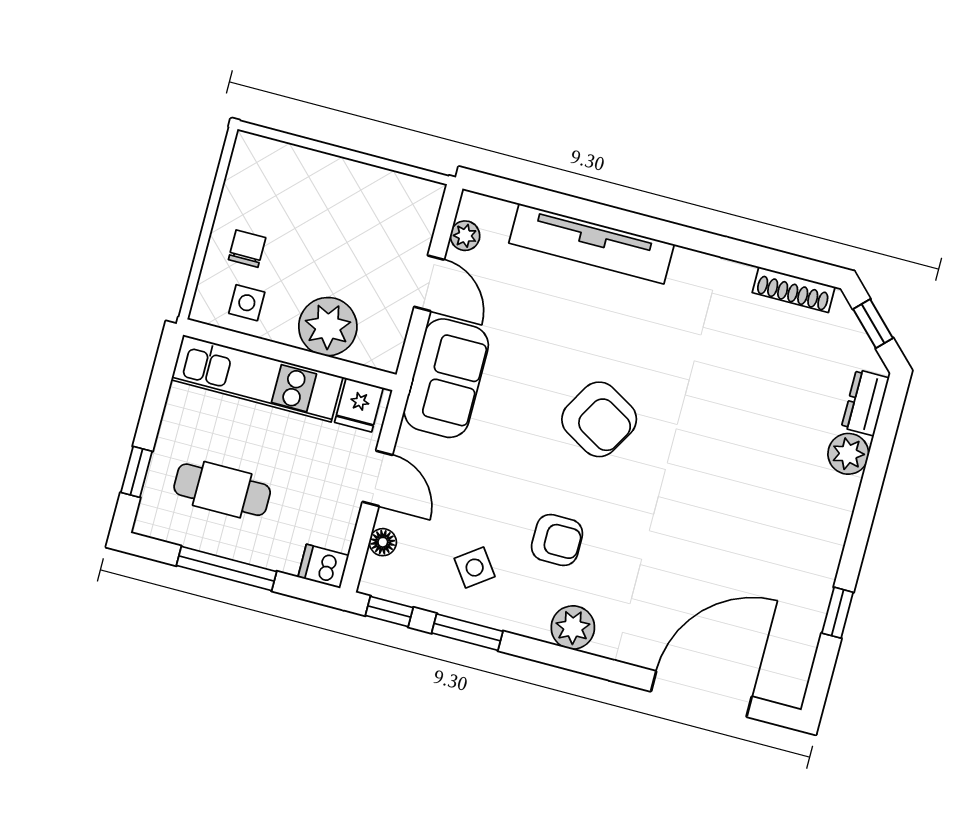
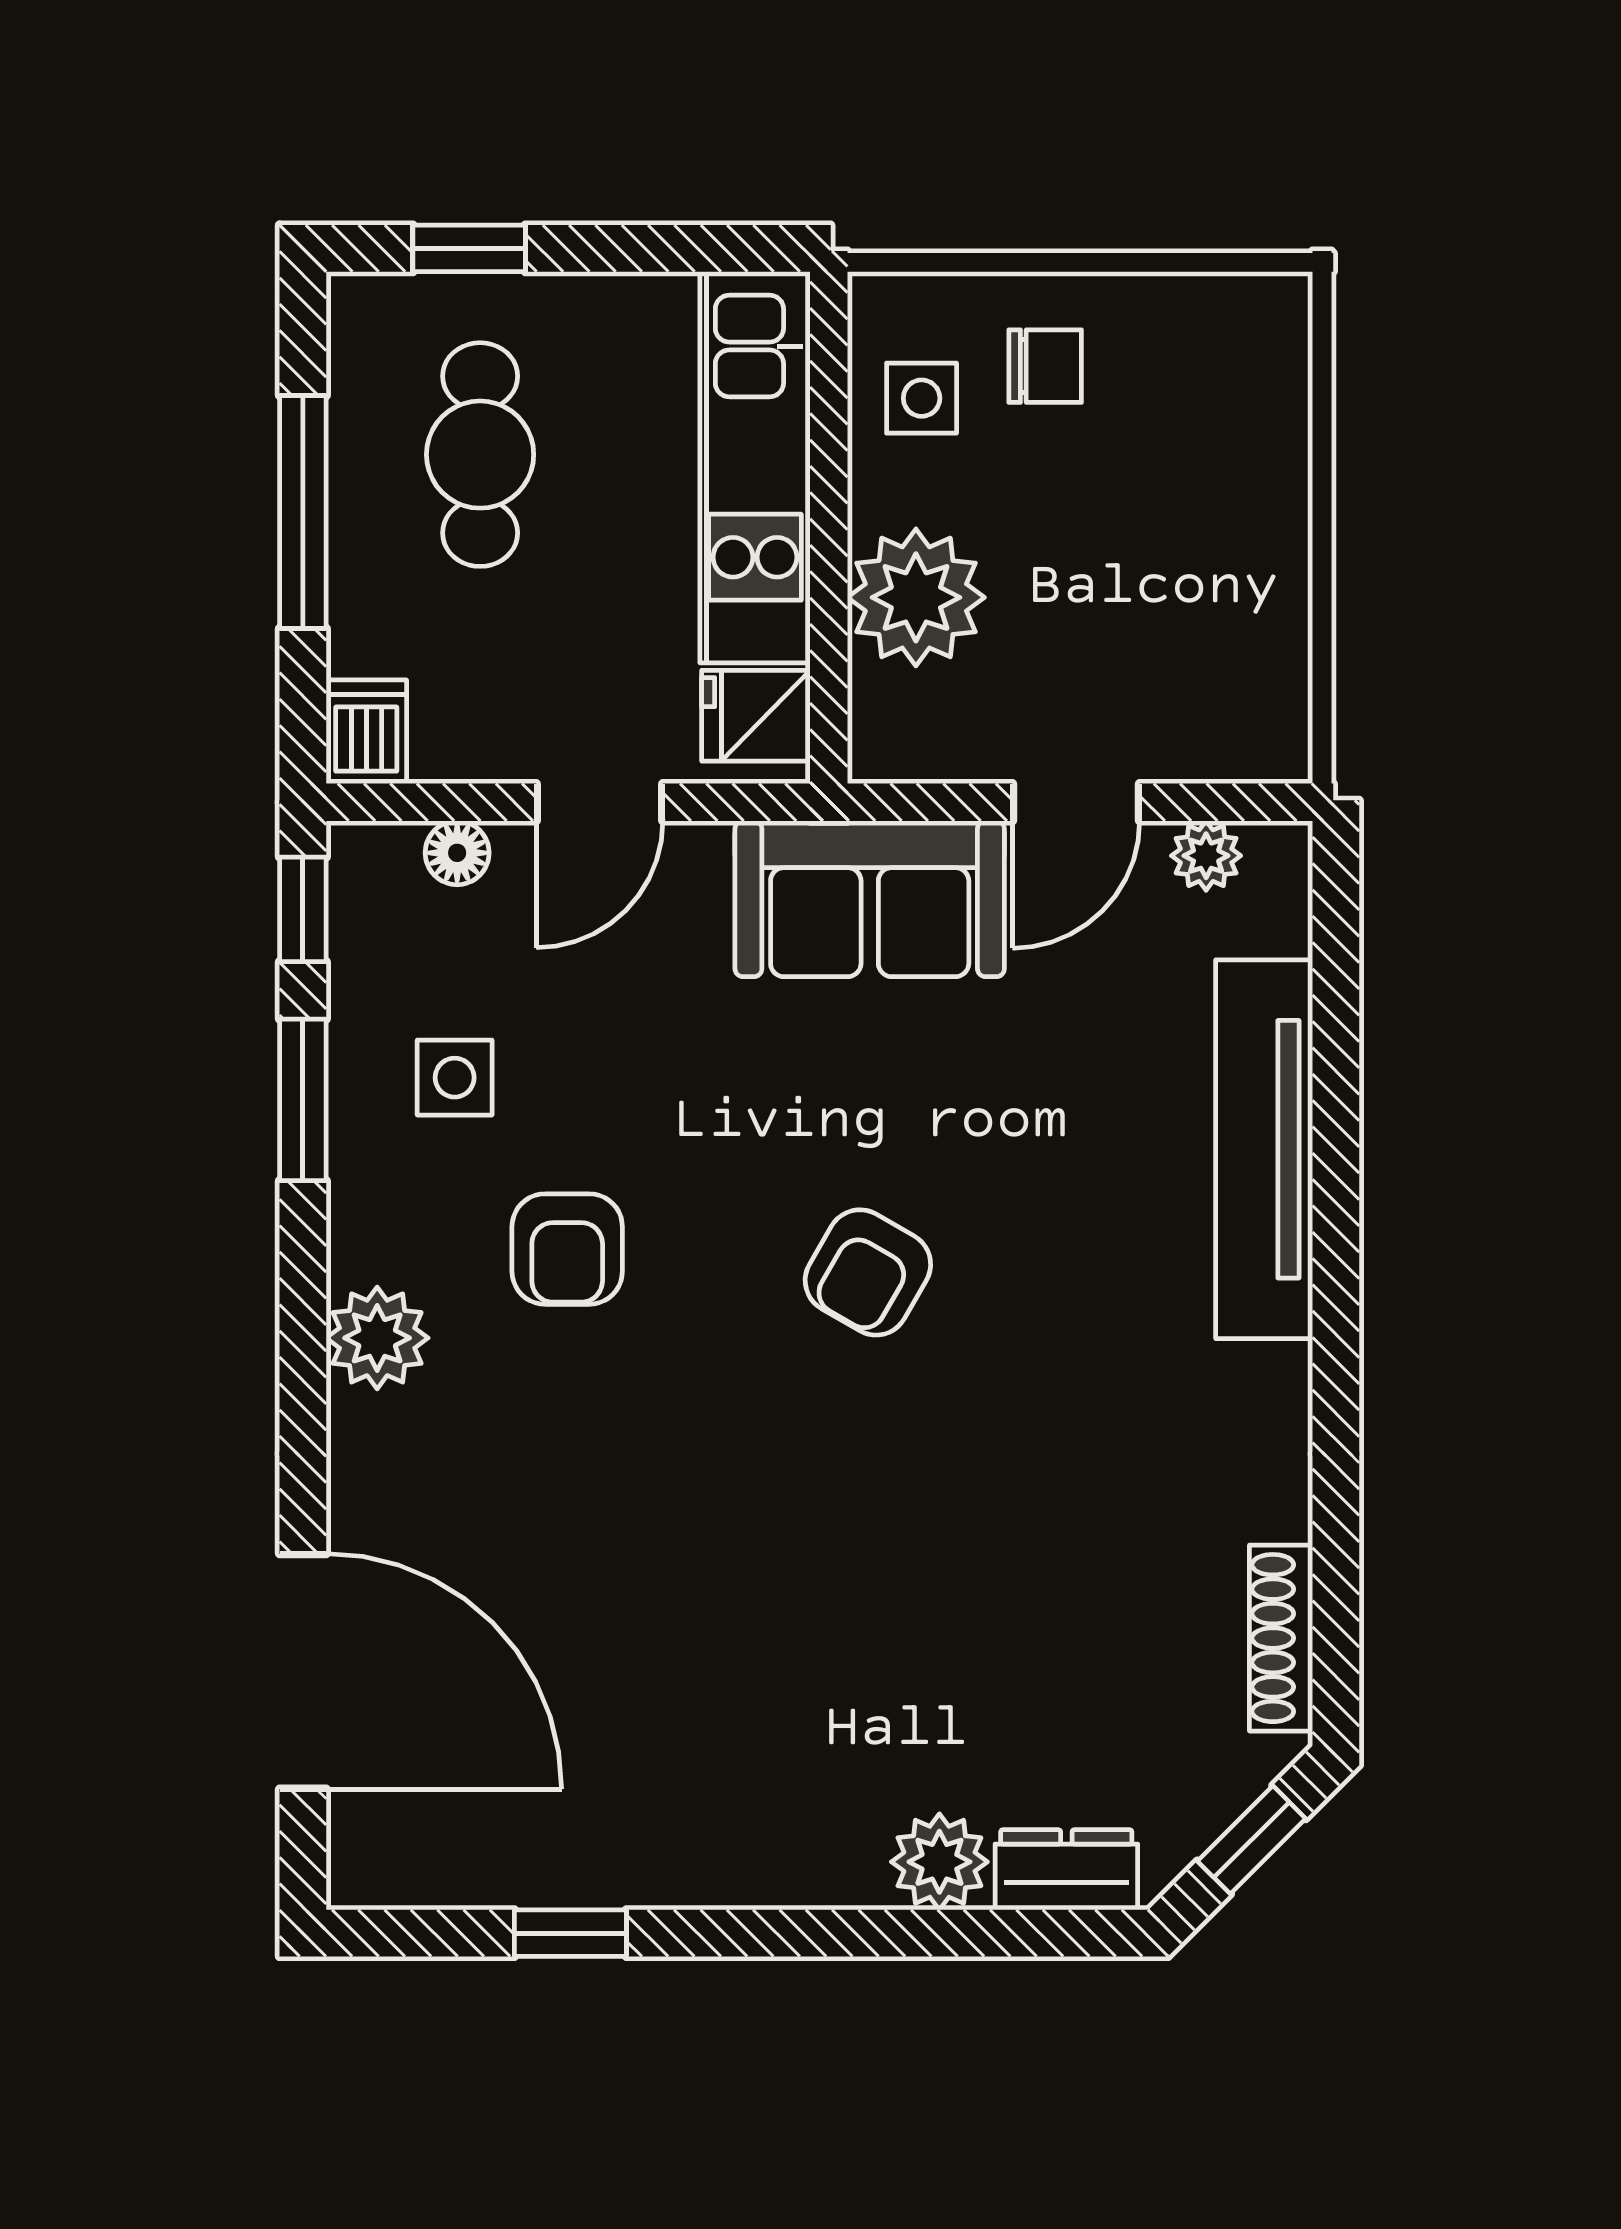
armchair: (599, 419) -> (868, 1272), width x0.72, depth x0.72
side table: (475, 568) -> (455, 1078), turned 36

